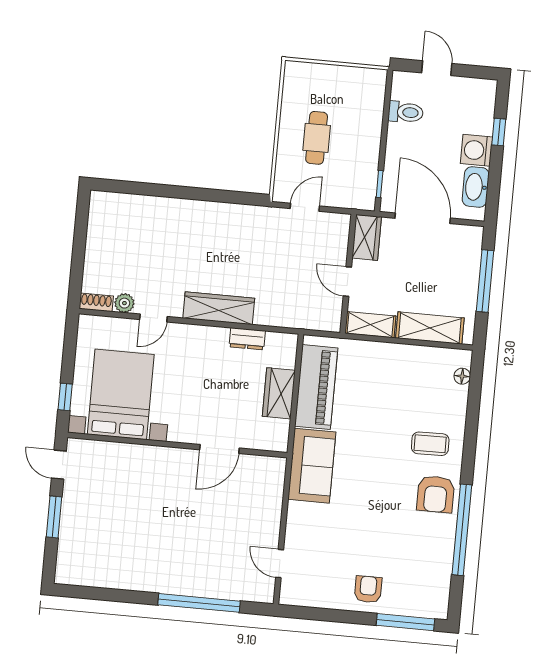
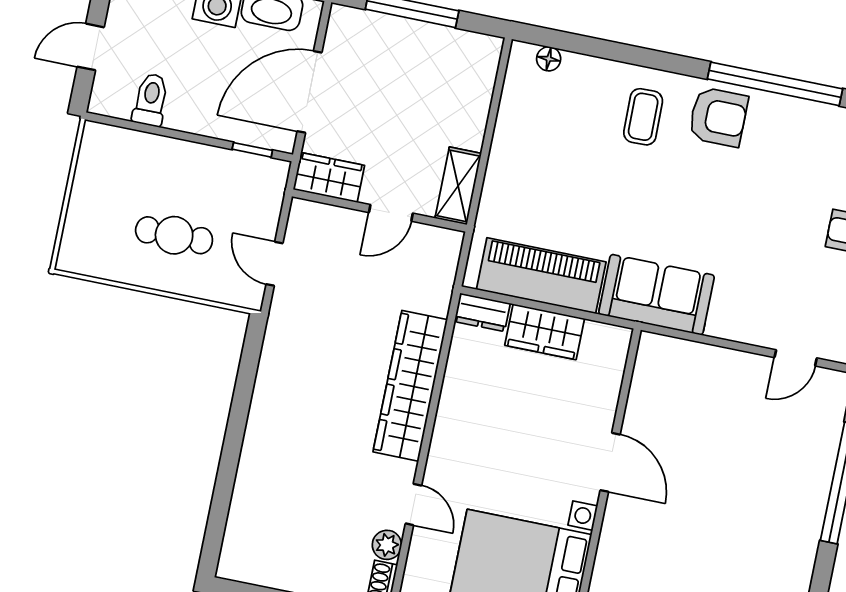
wardrobe: (219, 308) -> (410, 386), width x1.40, depth x1.17
shelving: (430, 328) -> (473, 99), removed
dresser: (247, 339) -> (482, 312), moved, turned 90
door: (219, 449) -> (610, 462), moved

